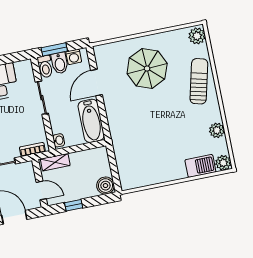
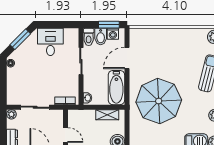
window: (54, 49) -> (109, 25), moved
parasol: (147, 68) -> (159, 101), moved, width x1.36, depth x1.36
shelving: (55, 162) -> (107, 115), moved

